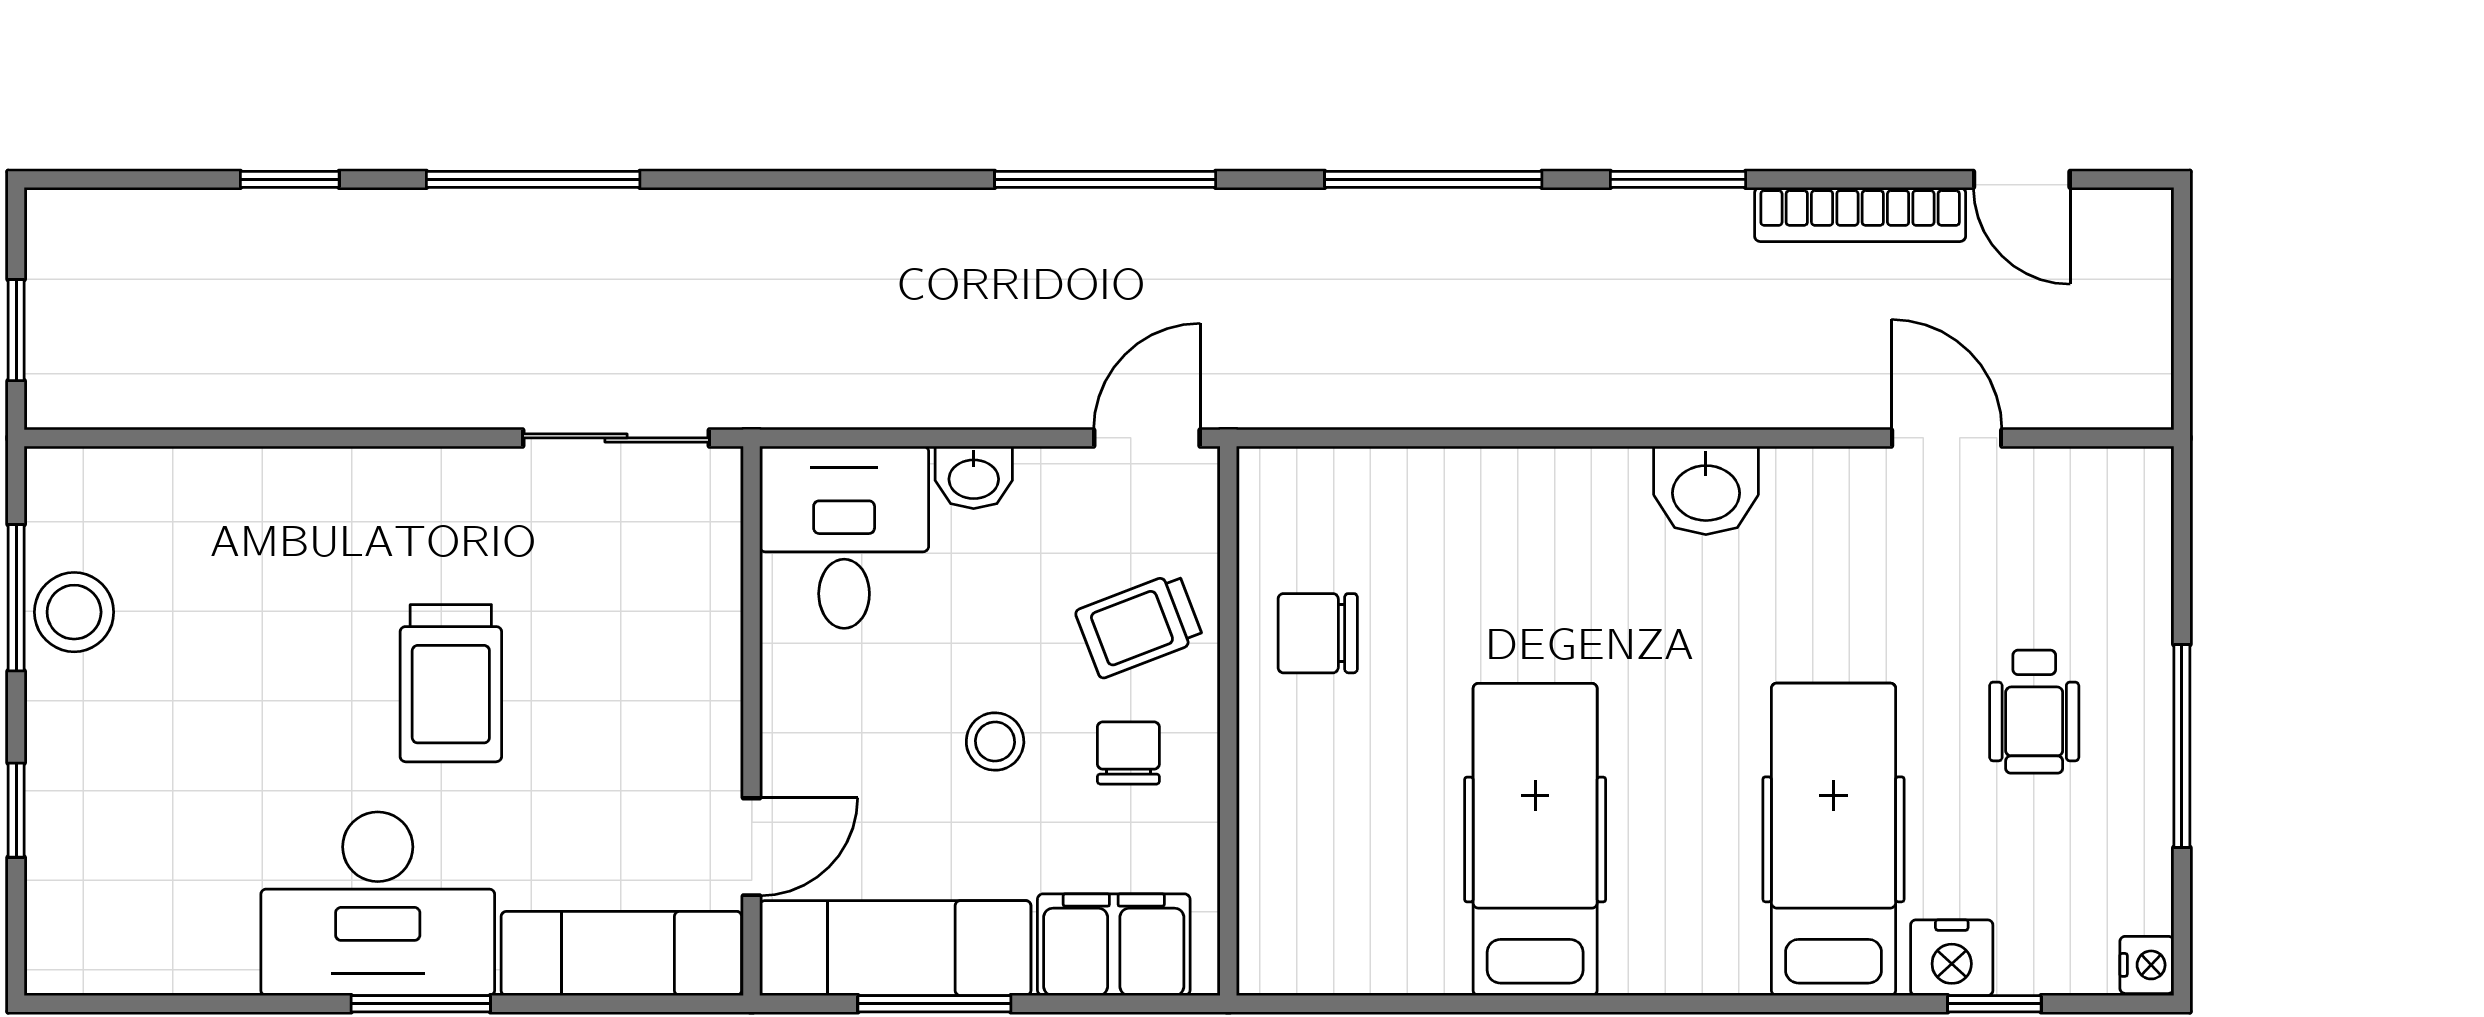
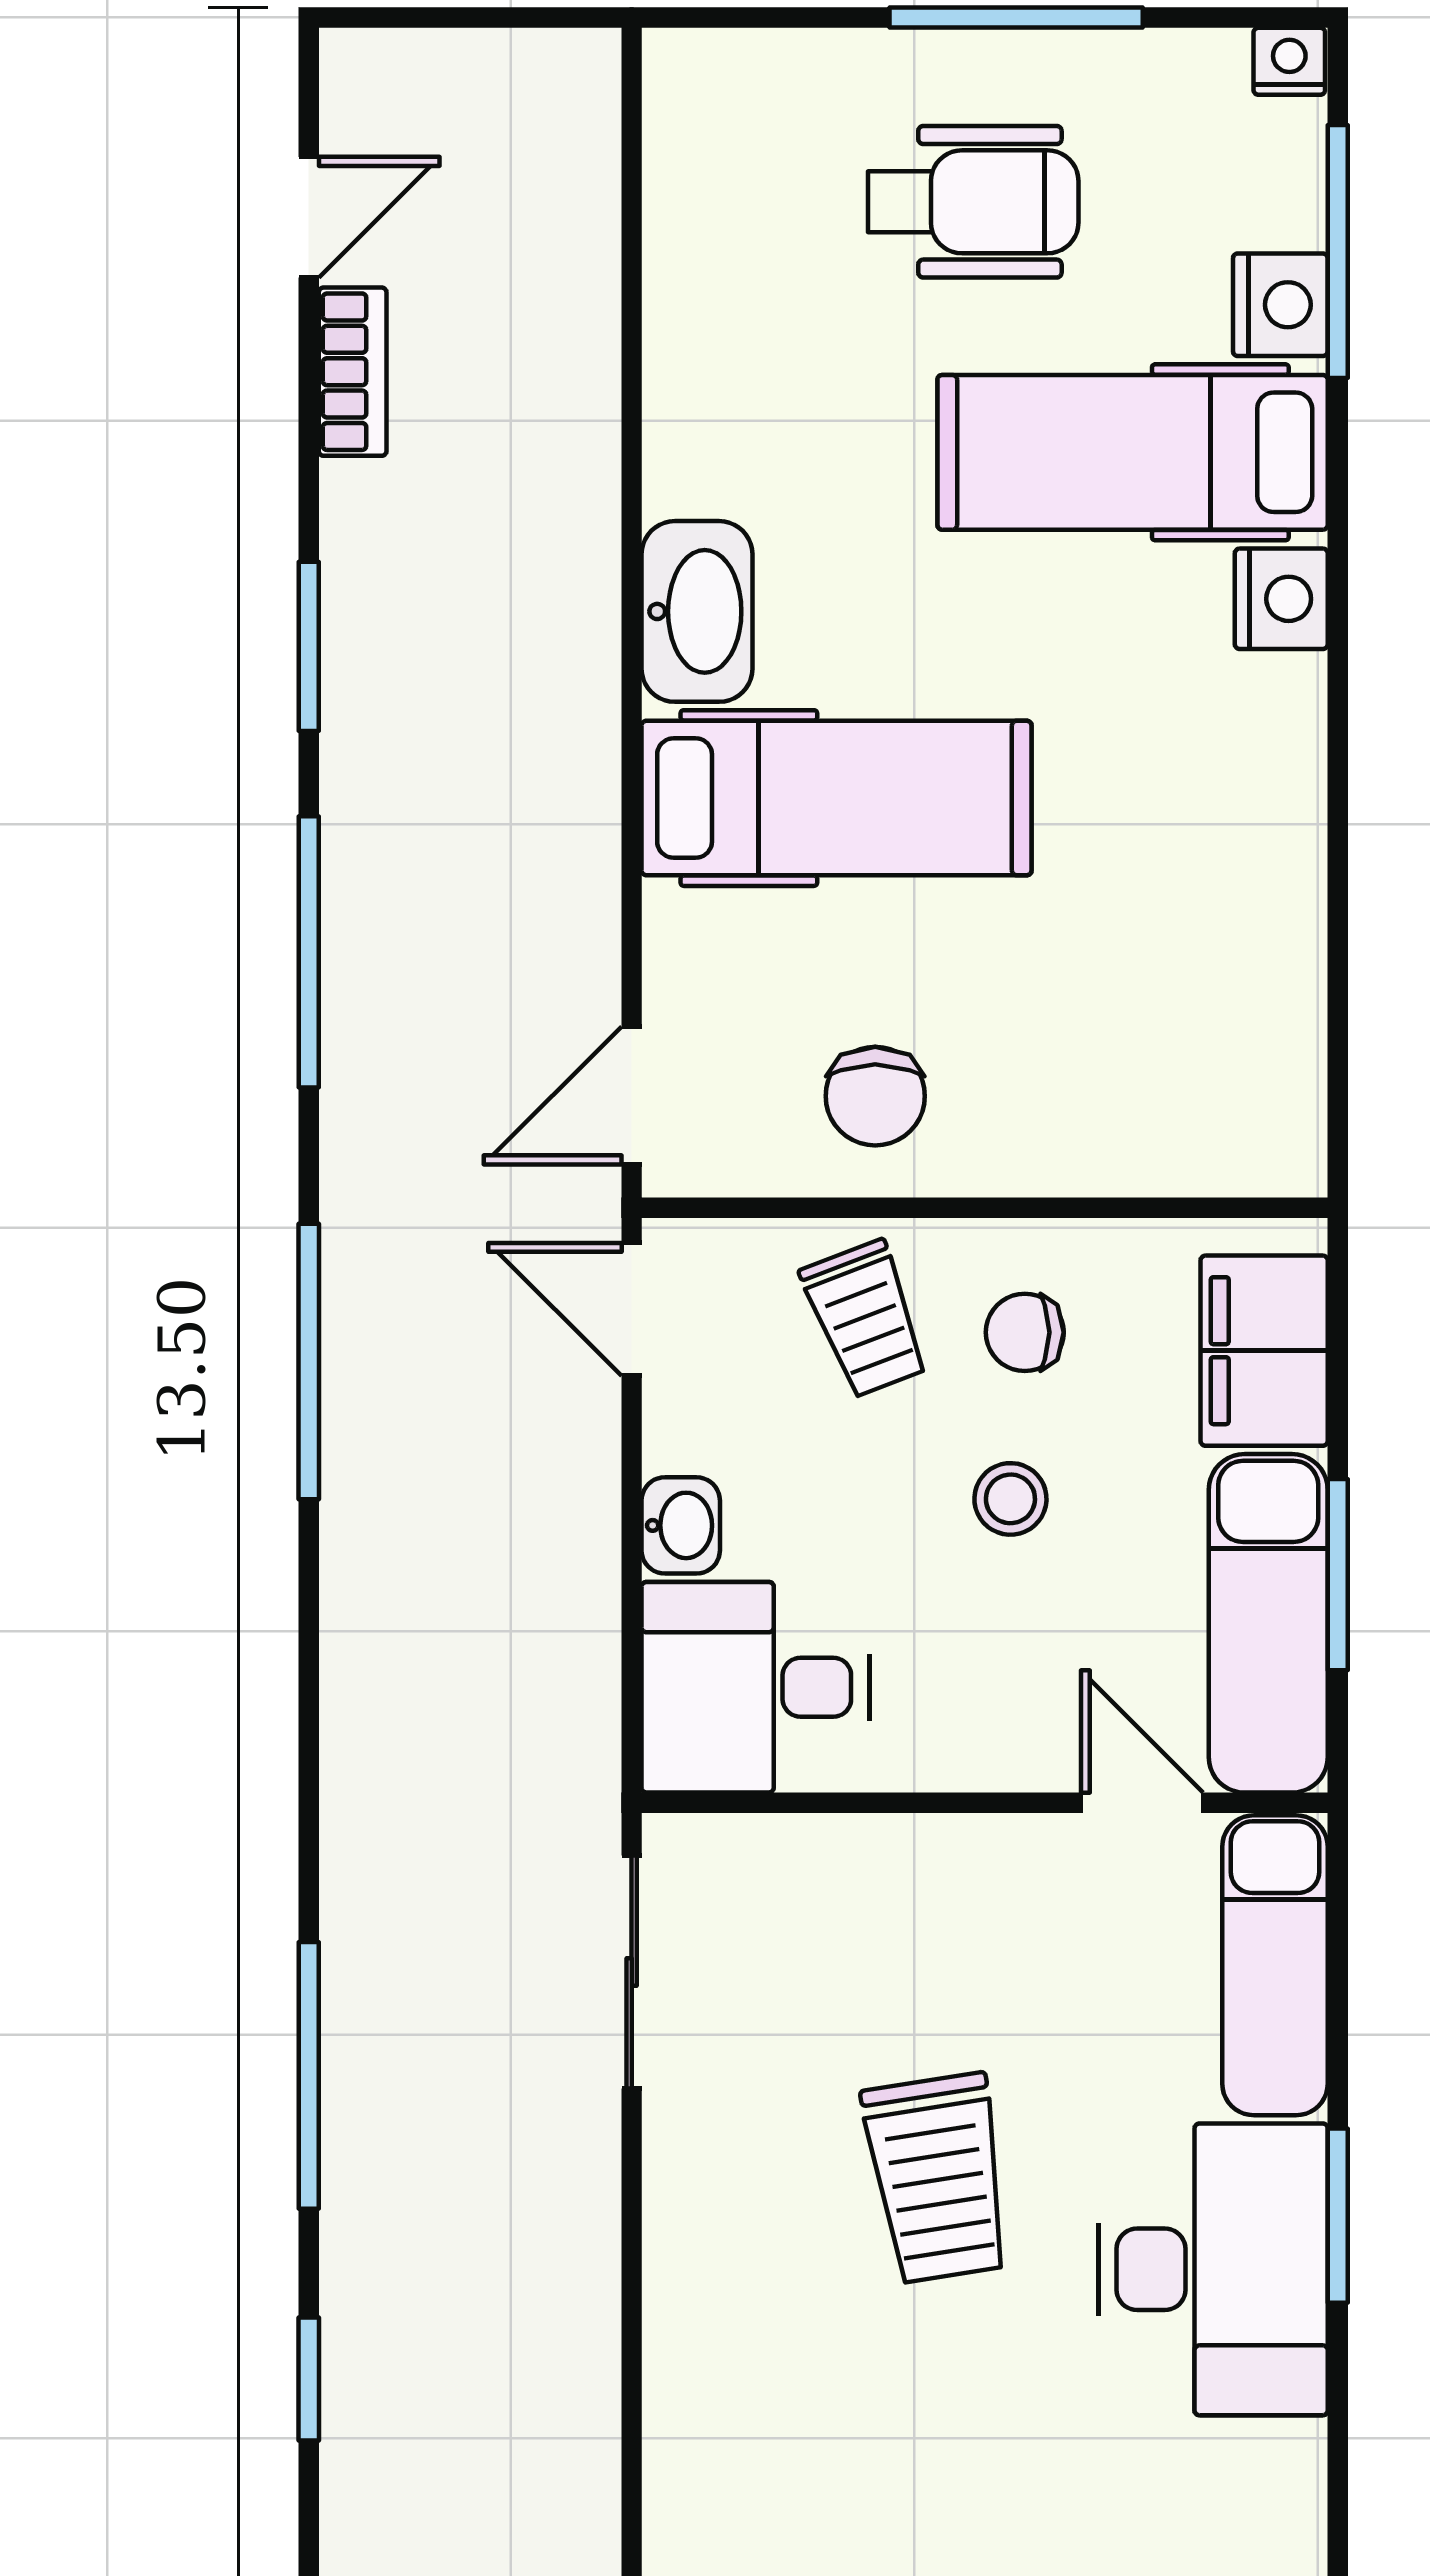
bookcase: (1860, 214) -> (353, 372), width x0.64
door: (1947, 438) -> (632, 1095), moved
washbasin: (1706, 490) -> (697, 611), width x1.38
trolley: (451, 683) -> (938, 2178), turned 81
wheelchair: (2034, 712) -> (973, 202), width x1.36, depth x1.37
hospital bed: (1535, 839) -> (837, 798), moved, turned 180
nightstand: (1716, 958) -> (1281, 599), added
window: (1994, 1004) -> (1338, 252), width x2.17

